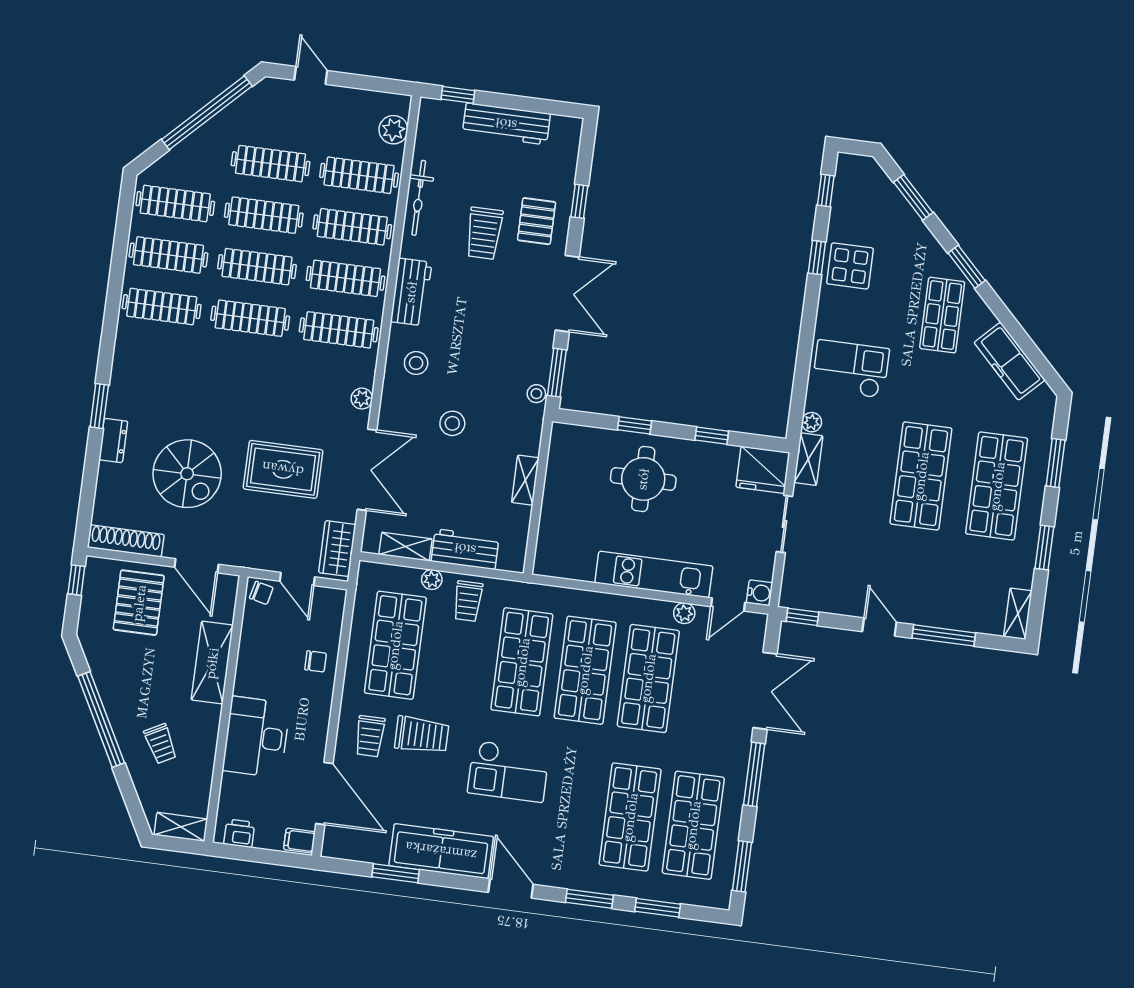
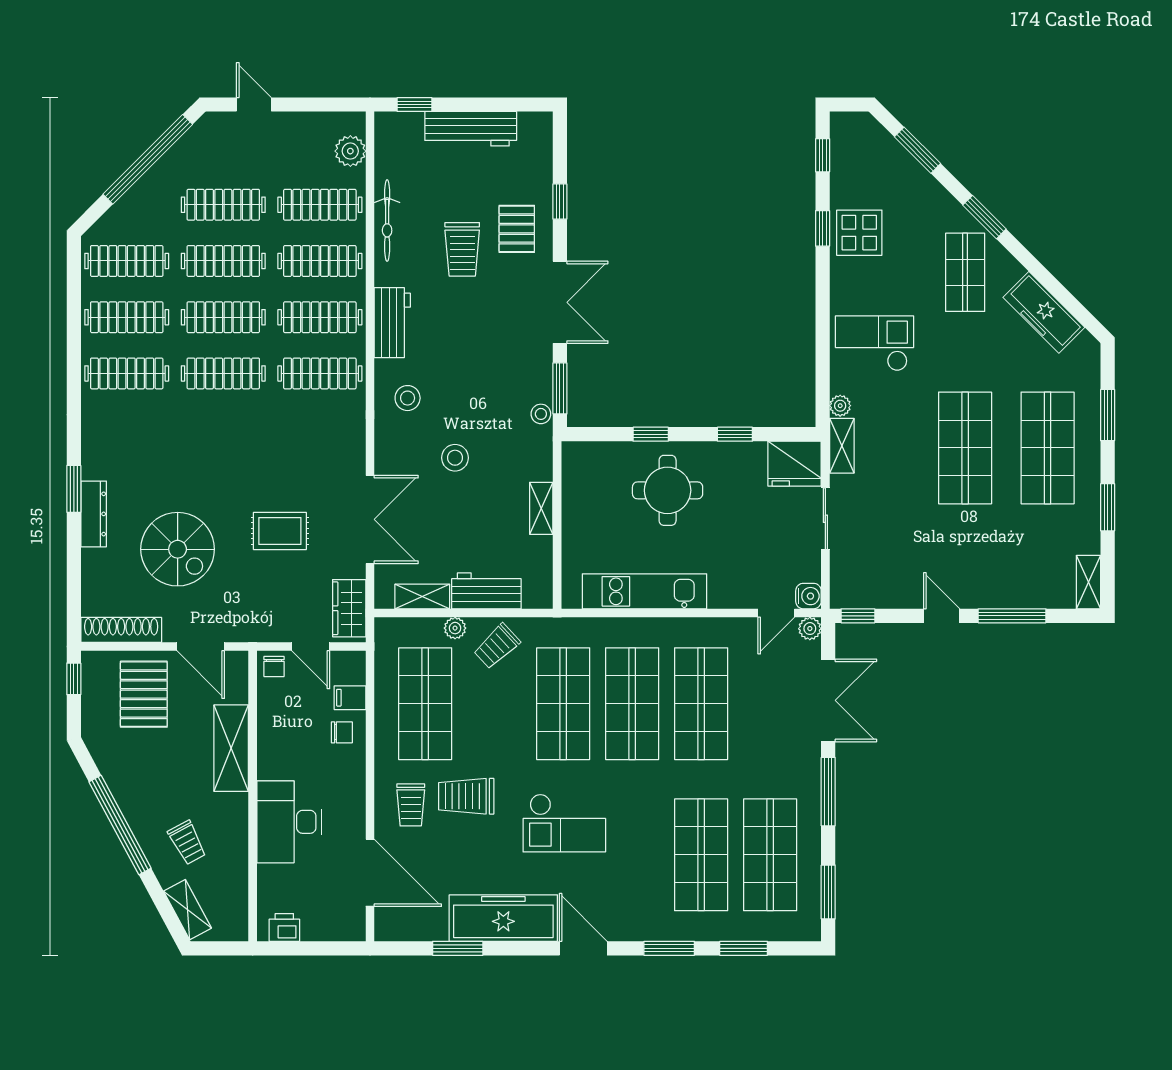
plant: (362, 399) -> (354, 444), removed
dresser: (113, 440) -> (94, 514), width x1.44
rug: (283, 469) -> (280, 531), width x0.73, depth x0.70
kitchen unit: (654, 574) -> (644, 591), moved
chair: (261, 593) -> (274, 667), turned 77
trolley: (468, 601) -> (497, 646), turned 47
plant: (684, 613) -> (810, 629), moved
trolley: (422, 735) -> (466, 796), turned 180
shelving: (181, 827) -> (187, 910), moved, turned 62
filing cabinet: (299, 841) -> (350, 698), moved

